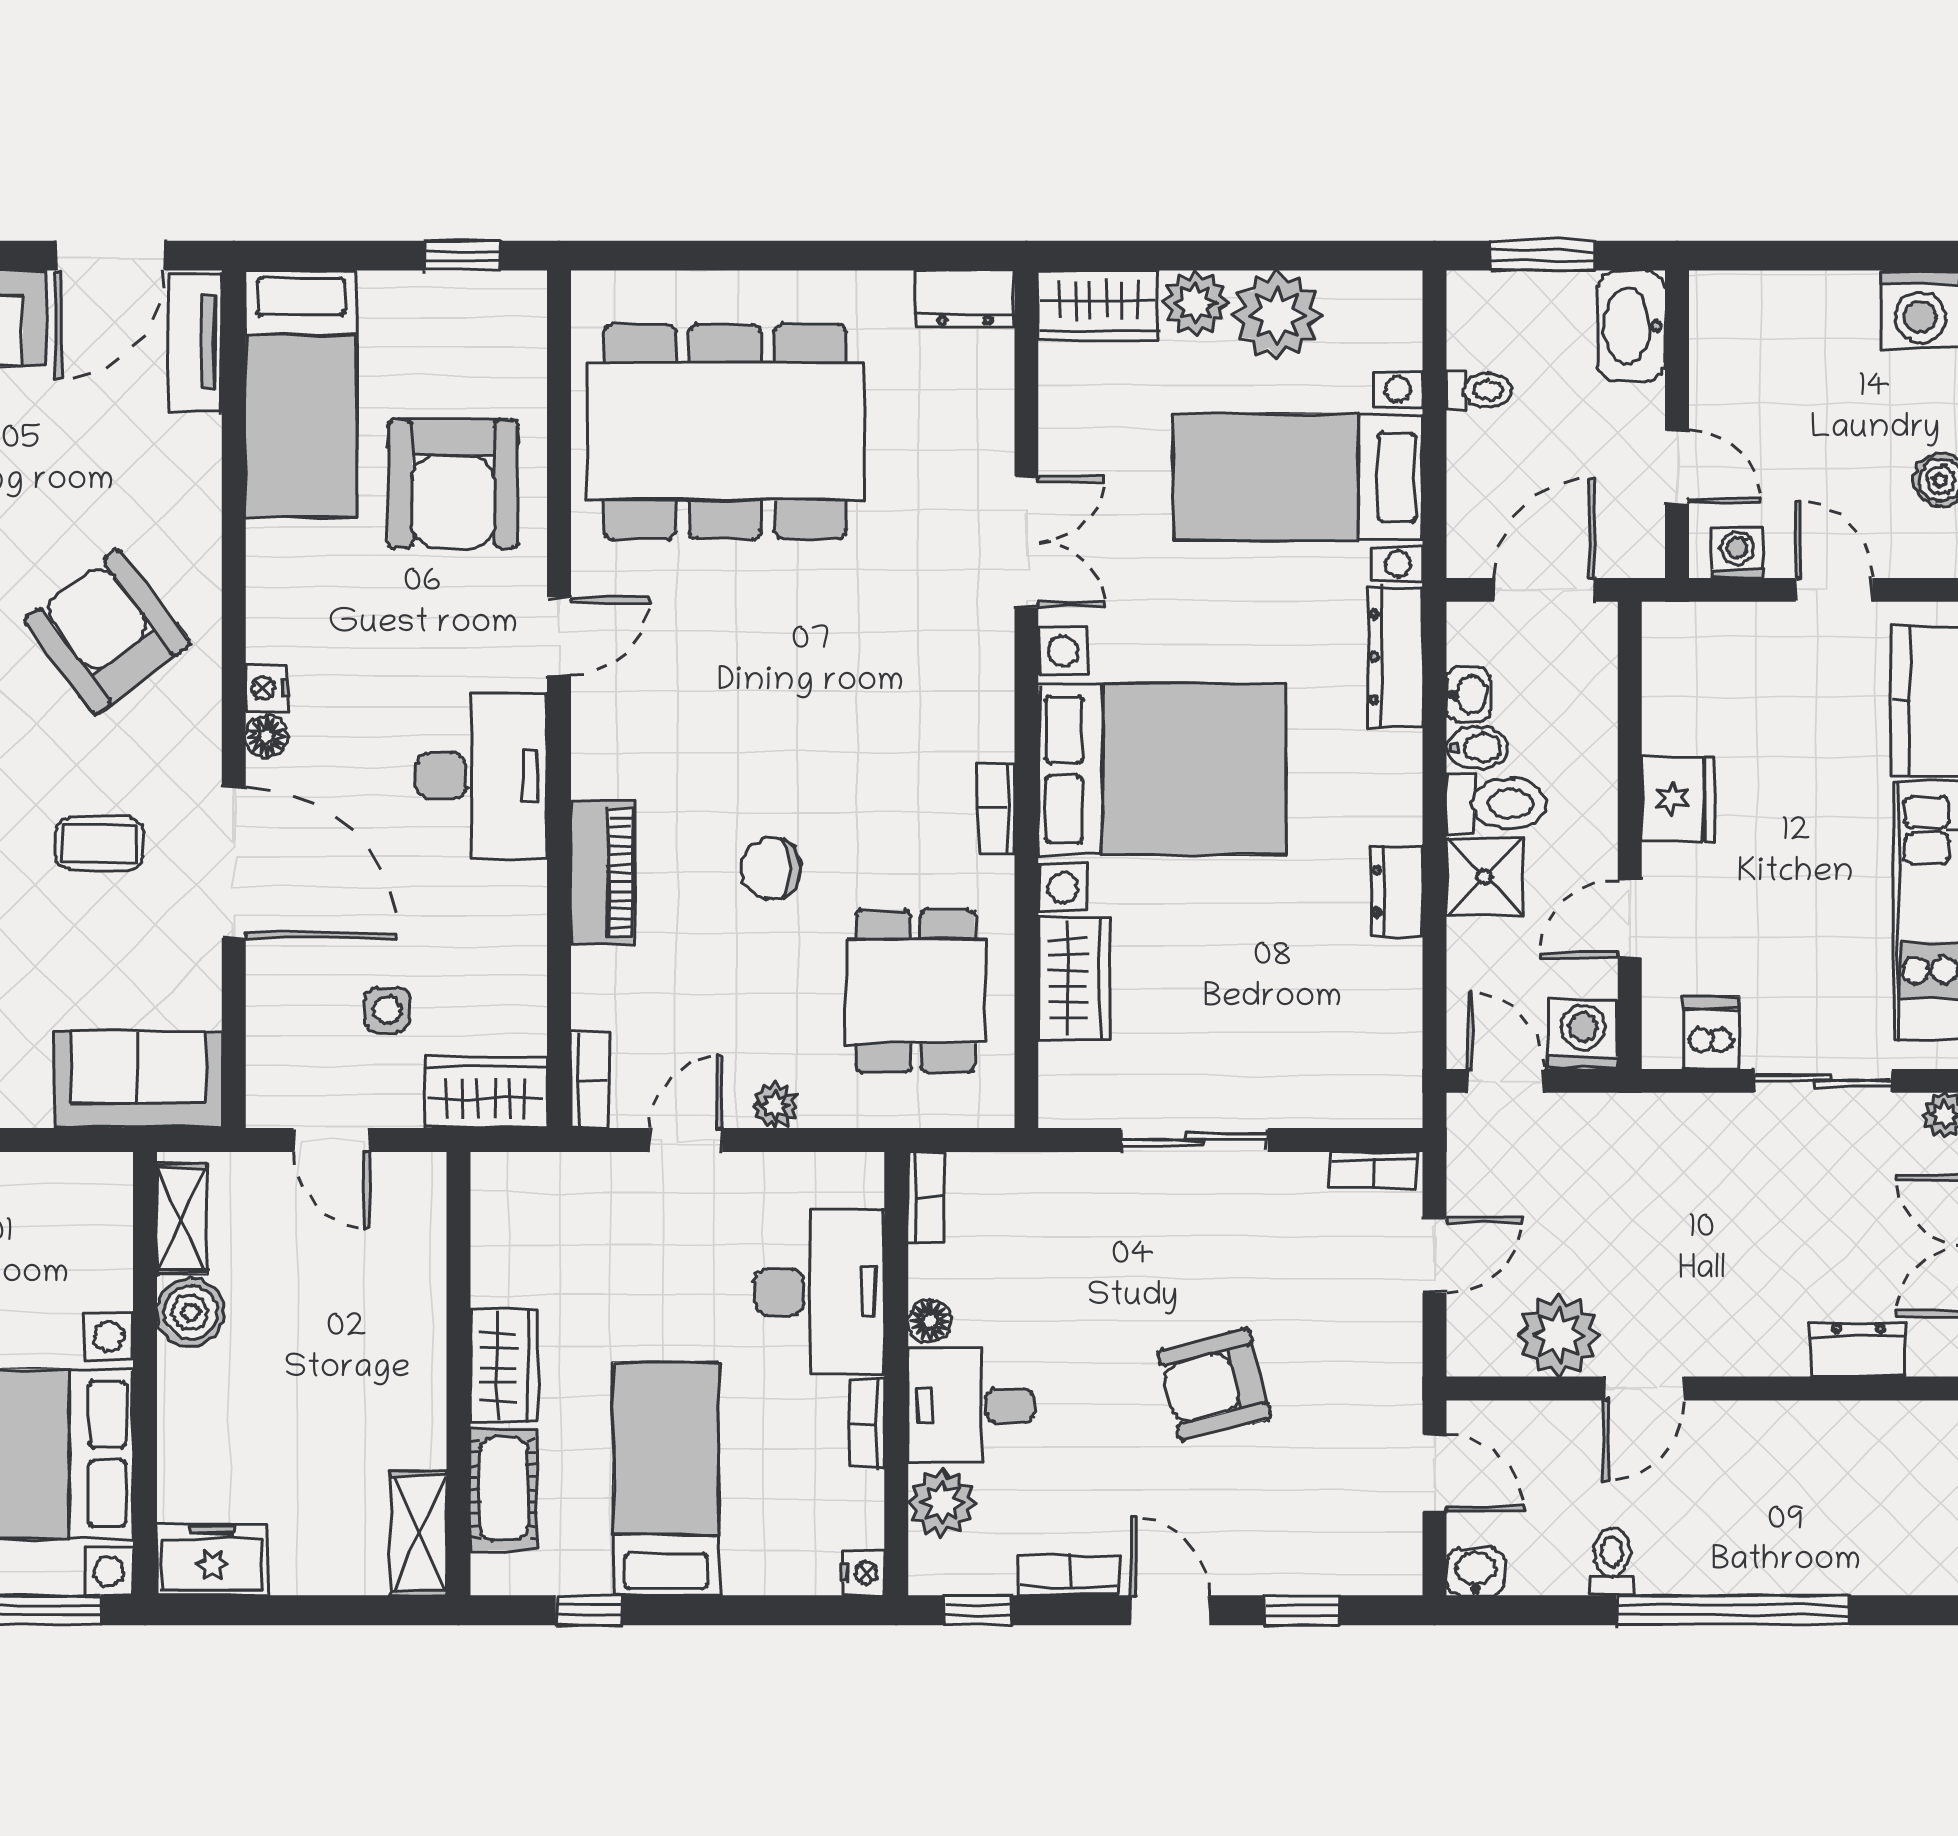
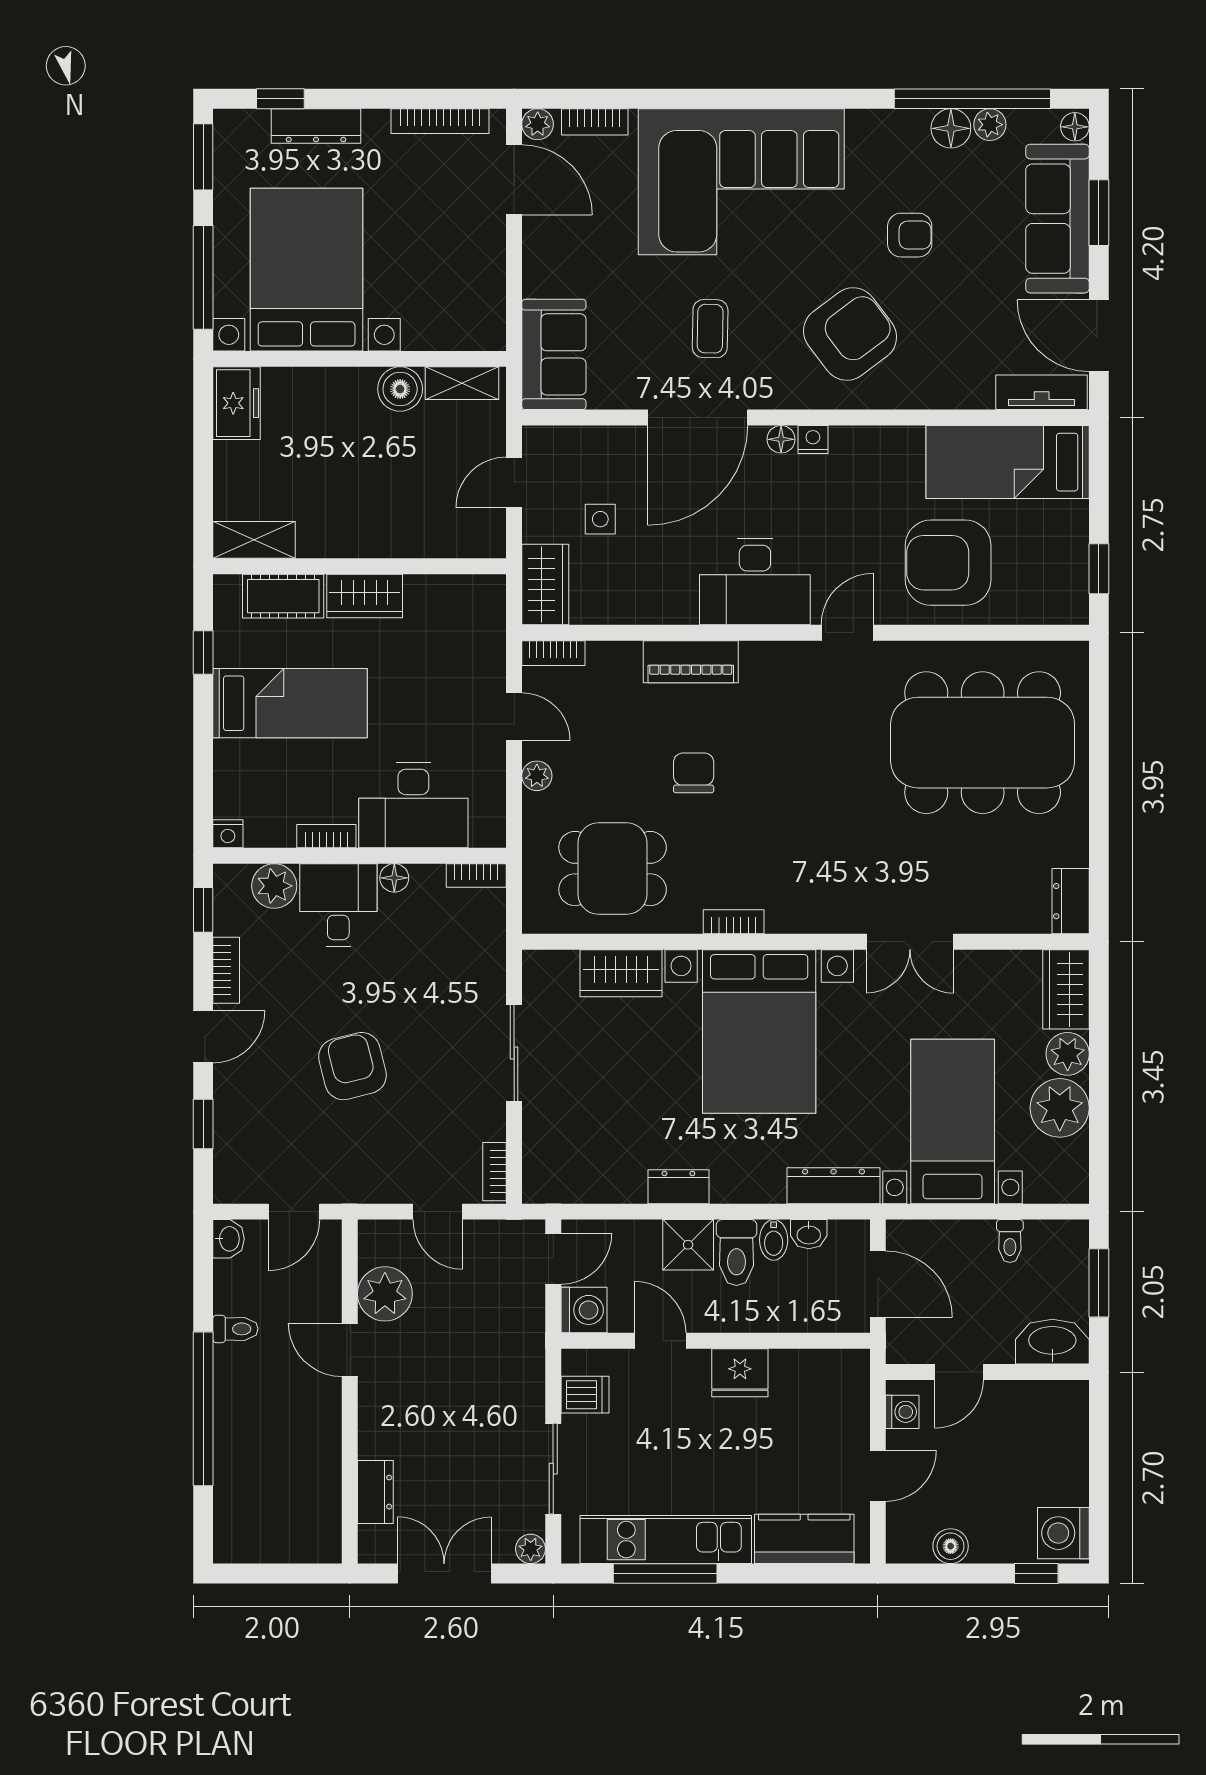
dining table: (725, 432) -> (983, 743), turned 90
door: (559, 636) -> (847, 633), swing flipped

